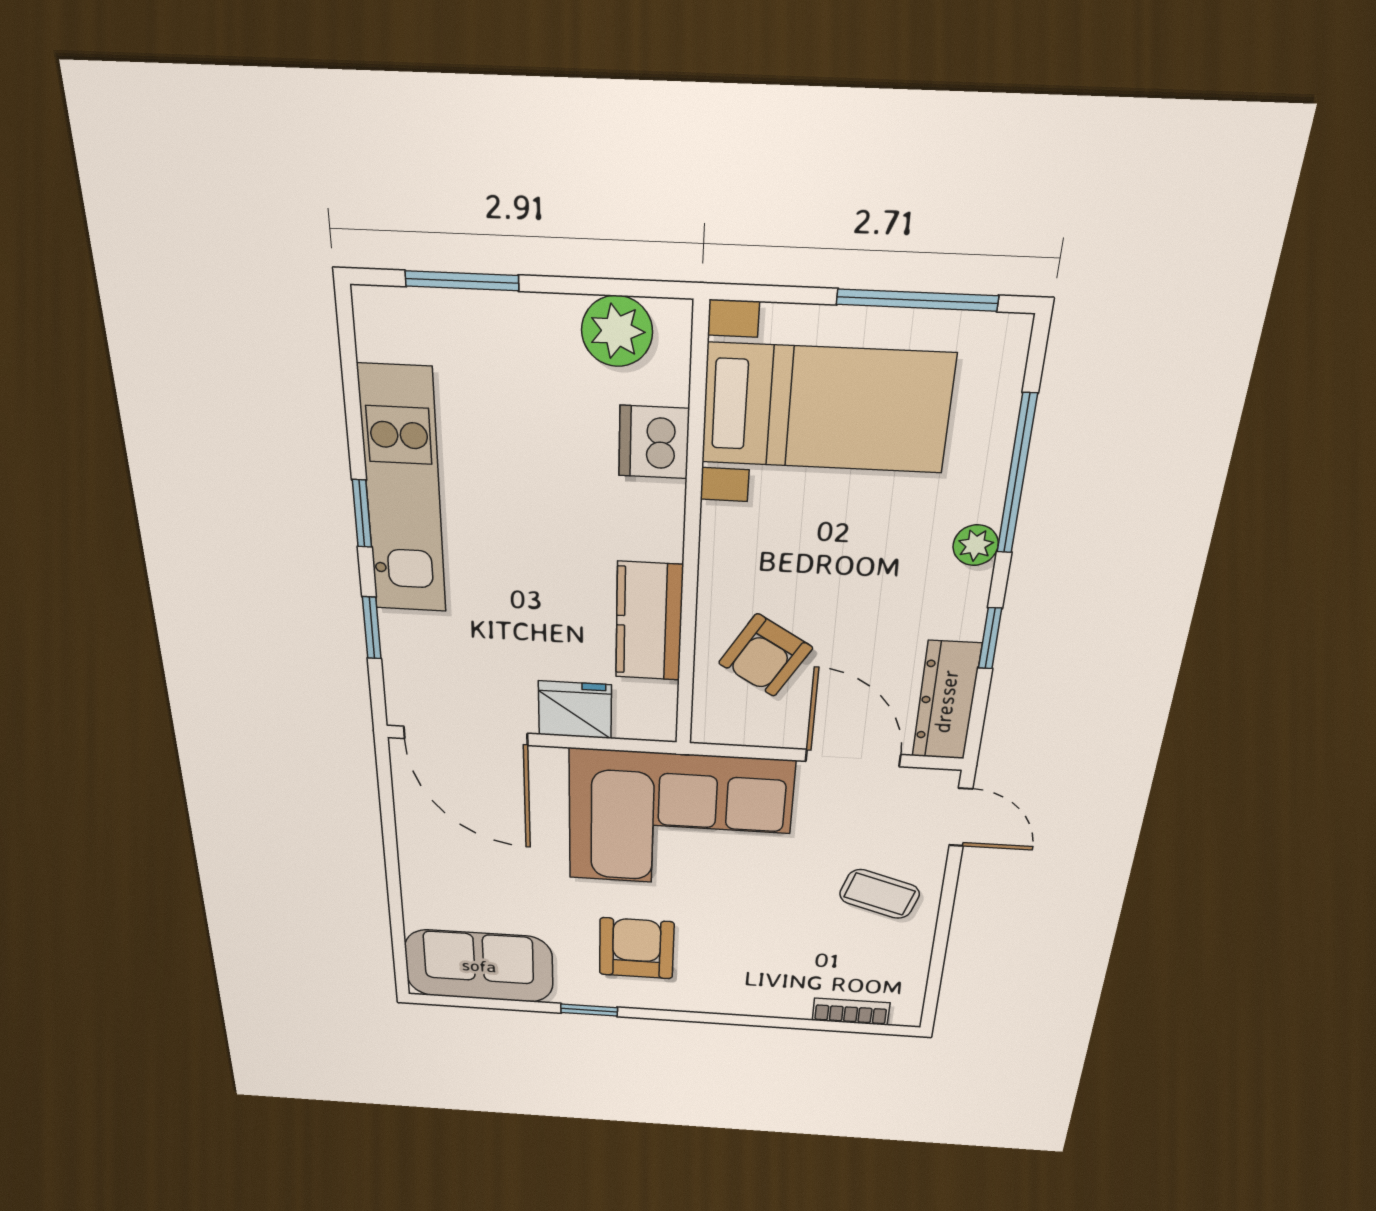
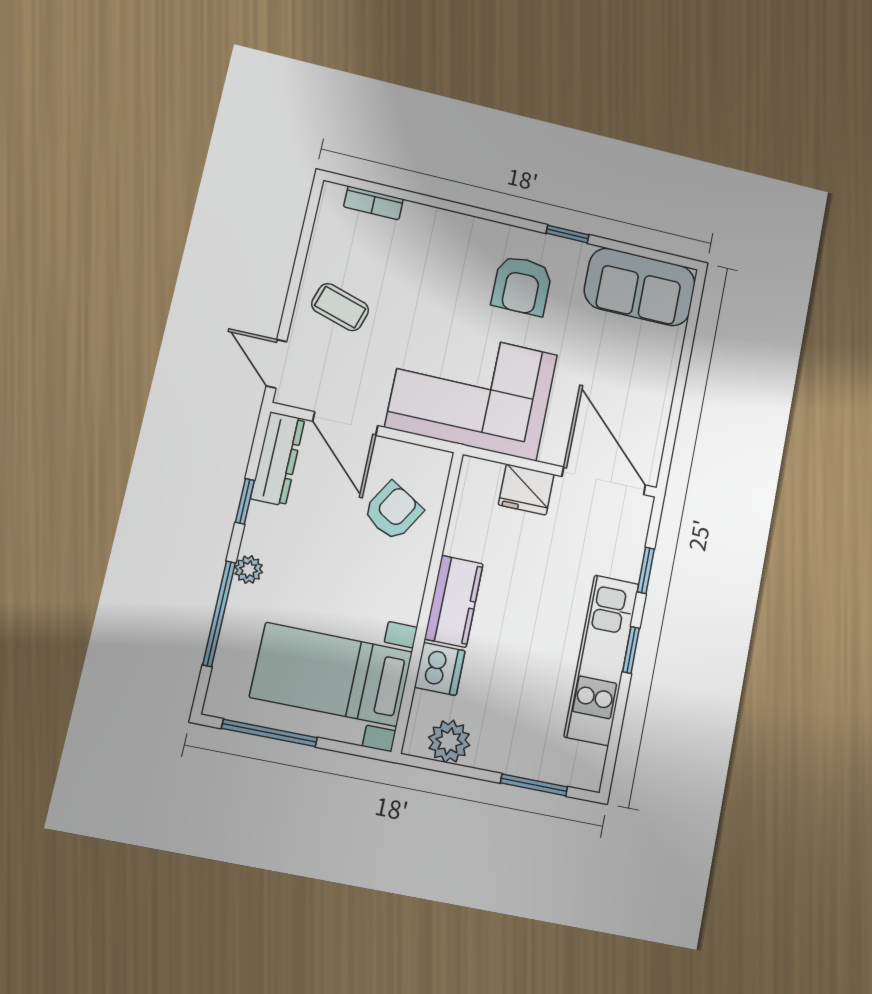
kitchen counter: (649, 622) -> (454, 601), moved

